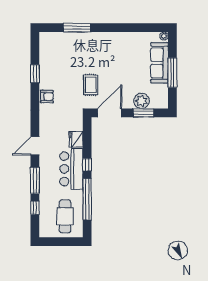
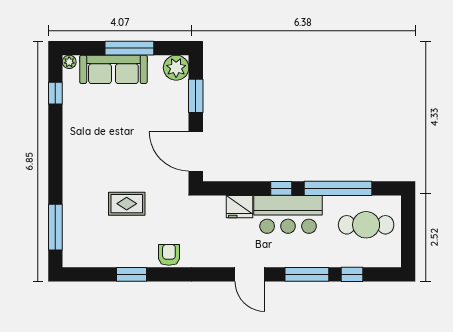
window: (77, 28) -> (55, 227), moved
window: (145, 28) -> (55, 93), added
rug: (91, 85) -> (127, 204), moved
plant: (142, 101) -> (176, 68), moved

